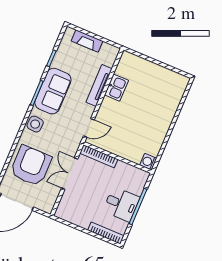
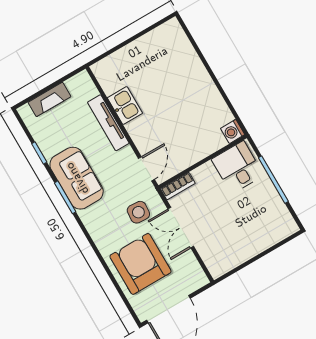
side table: (35, 124) -> (138, 212), moved
bookcase: (99, 156) -> (178, 186), width x0.64
desk: (121, 204) -> (237, 167), moved, turned -90
bookcase: (106, 233) -> (276, 237), removed

